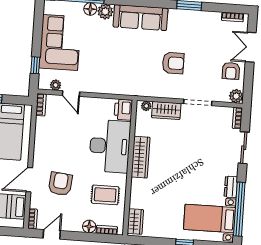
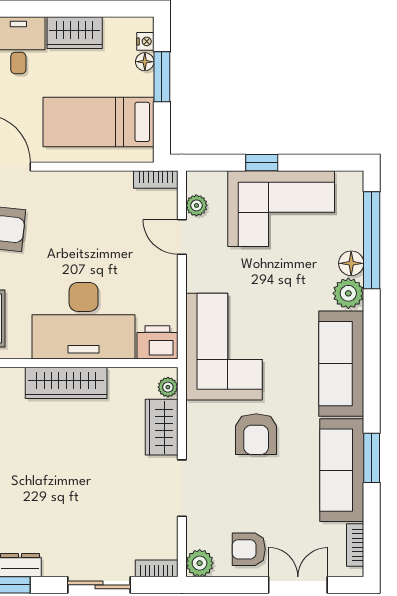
sofa: (194, 21) -> (342, 470), added
window: (35, 65) -> (262, 163), moved
corner sofa: (128, 76) -> (224, 347), added
door: (71, 94) -> (182, 237), hinge flipped

